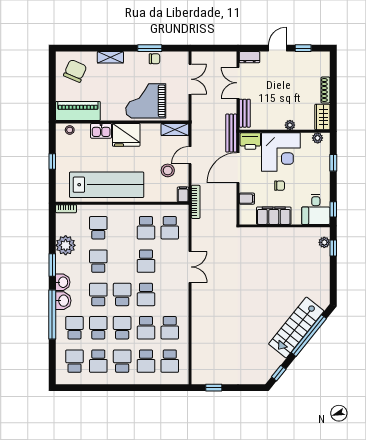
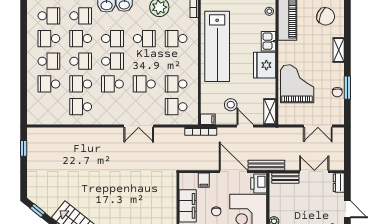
school desk: (98, 228) -> (176, 39), turned 180
school desk: (98, 328) -> (81, 39), turned 180
school desk: (170, 361) -> (49, 107), removed

